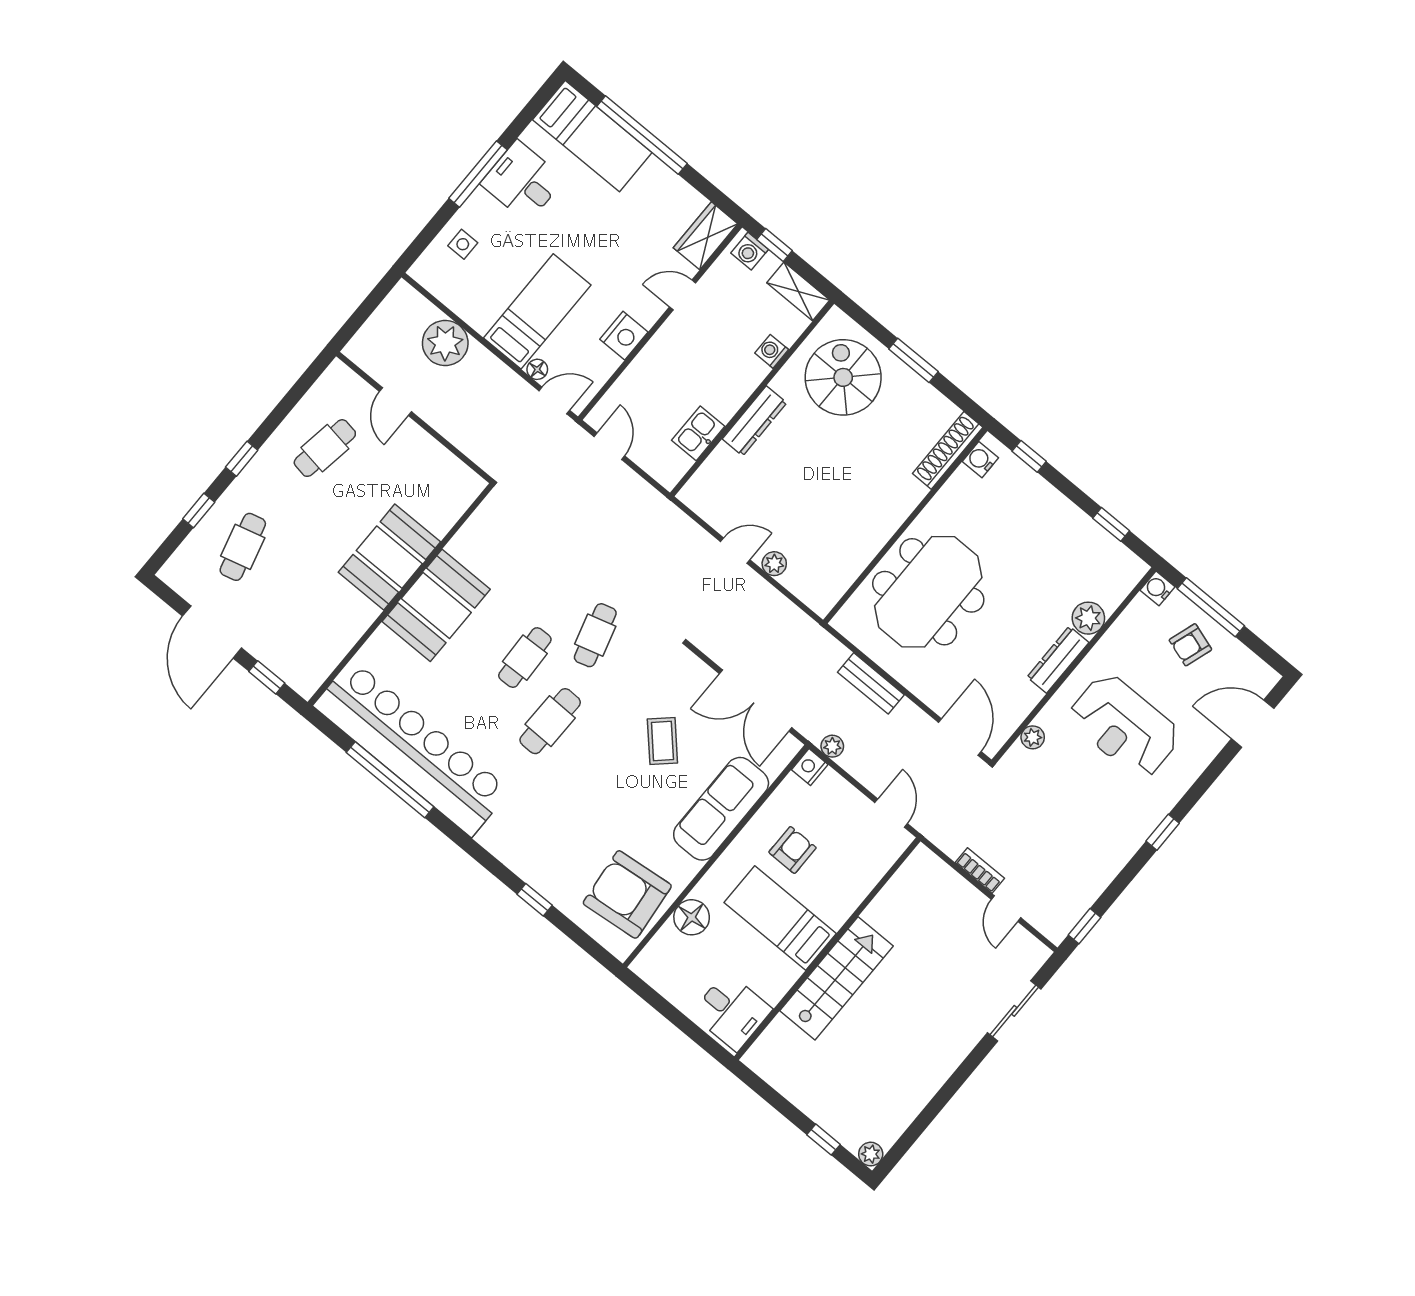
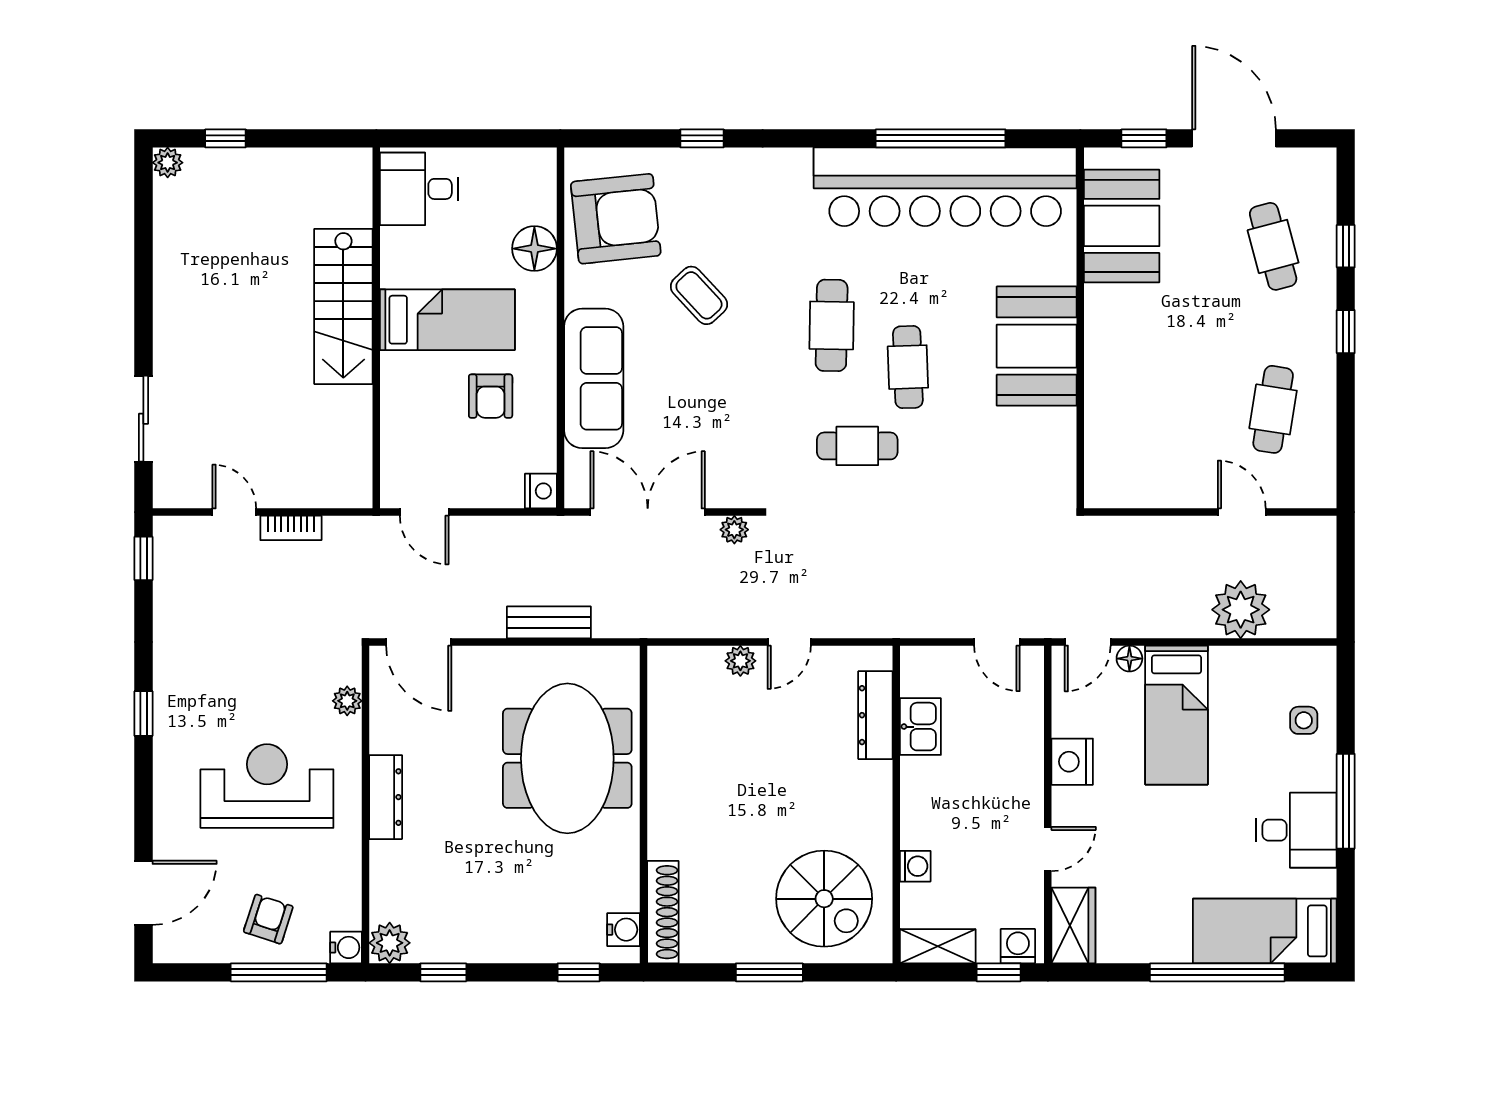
dresser: (755, 421) -> (875, 715), moved
booth: (389, 557) -> (1122, 226), moved
plant: (1088, 618) -> (390, 943), moved
cafe table: (595, 635) -> (857, 446), turned -74
coffee table: (662, 741) -> (699, 295), moved
plant: (832, 746) -> (734, 530), moved

